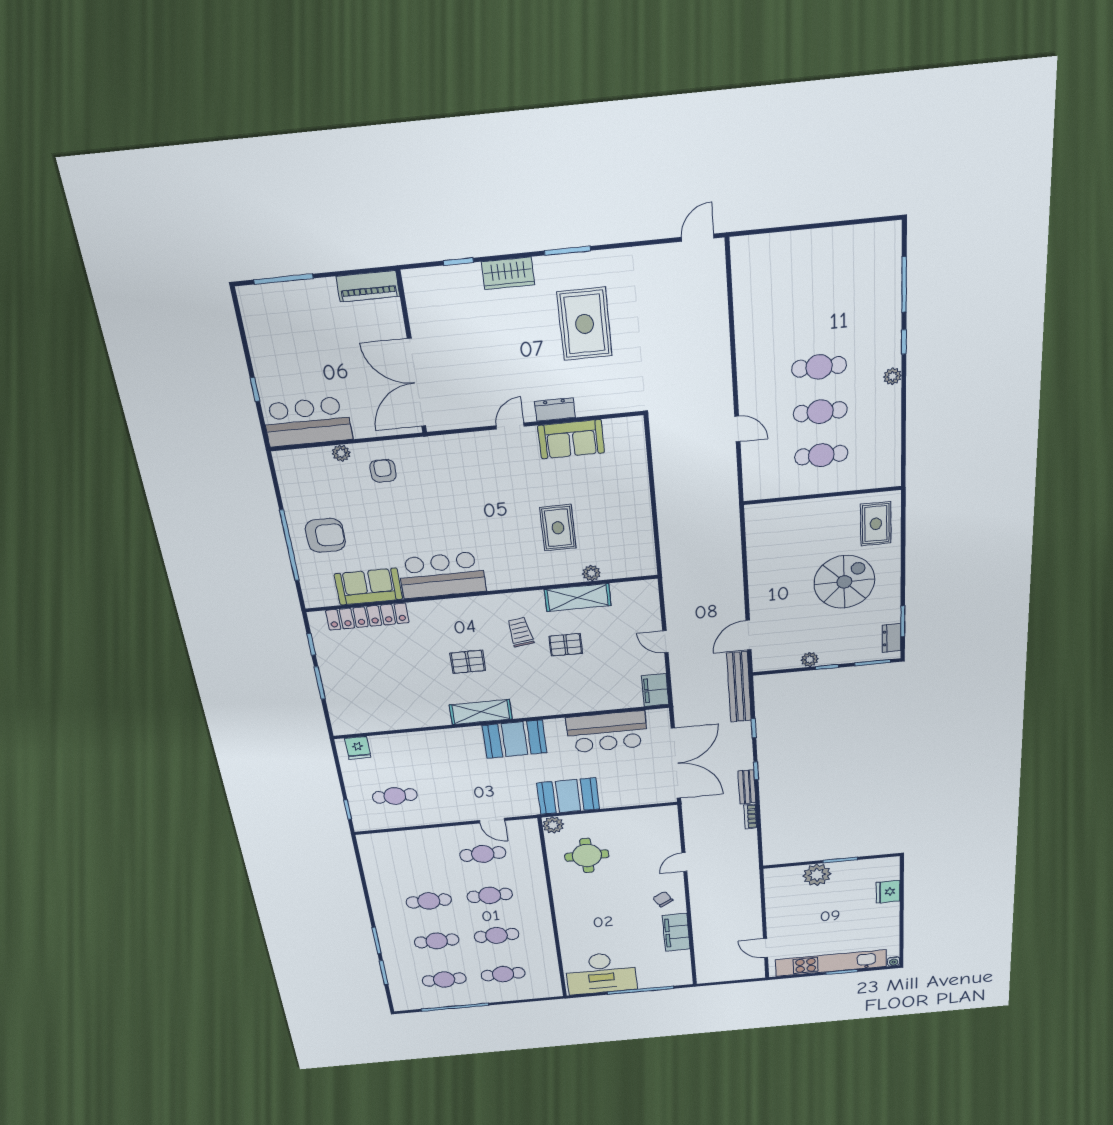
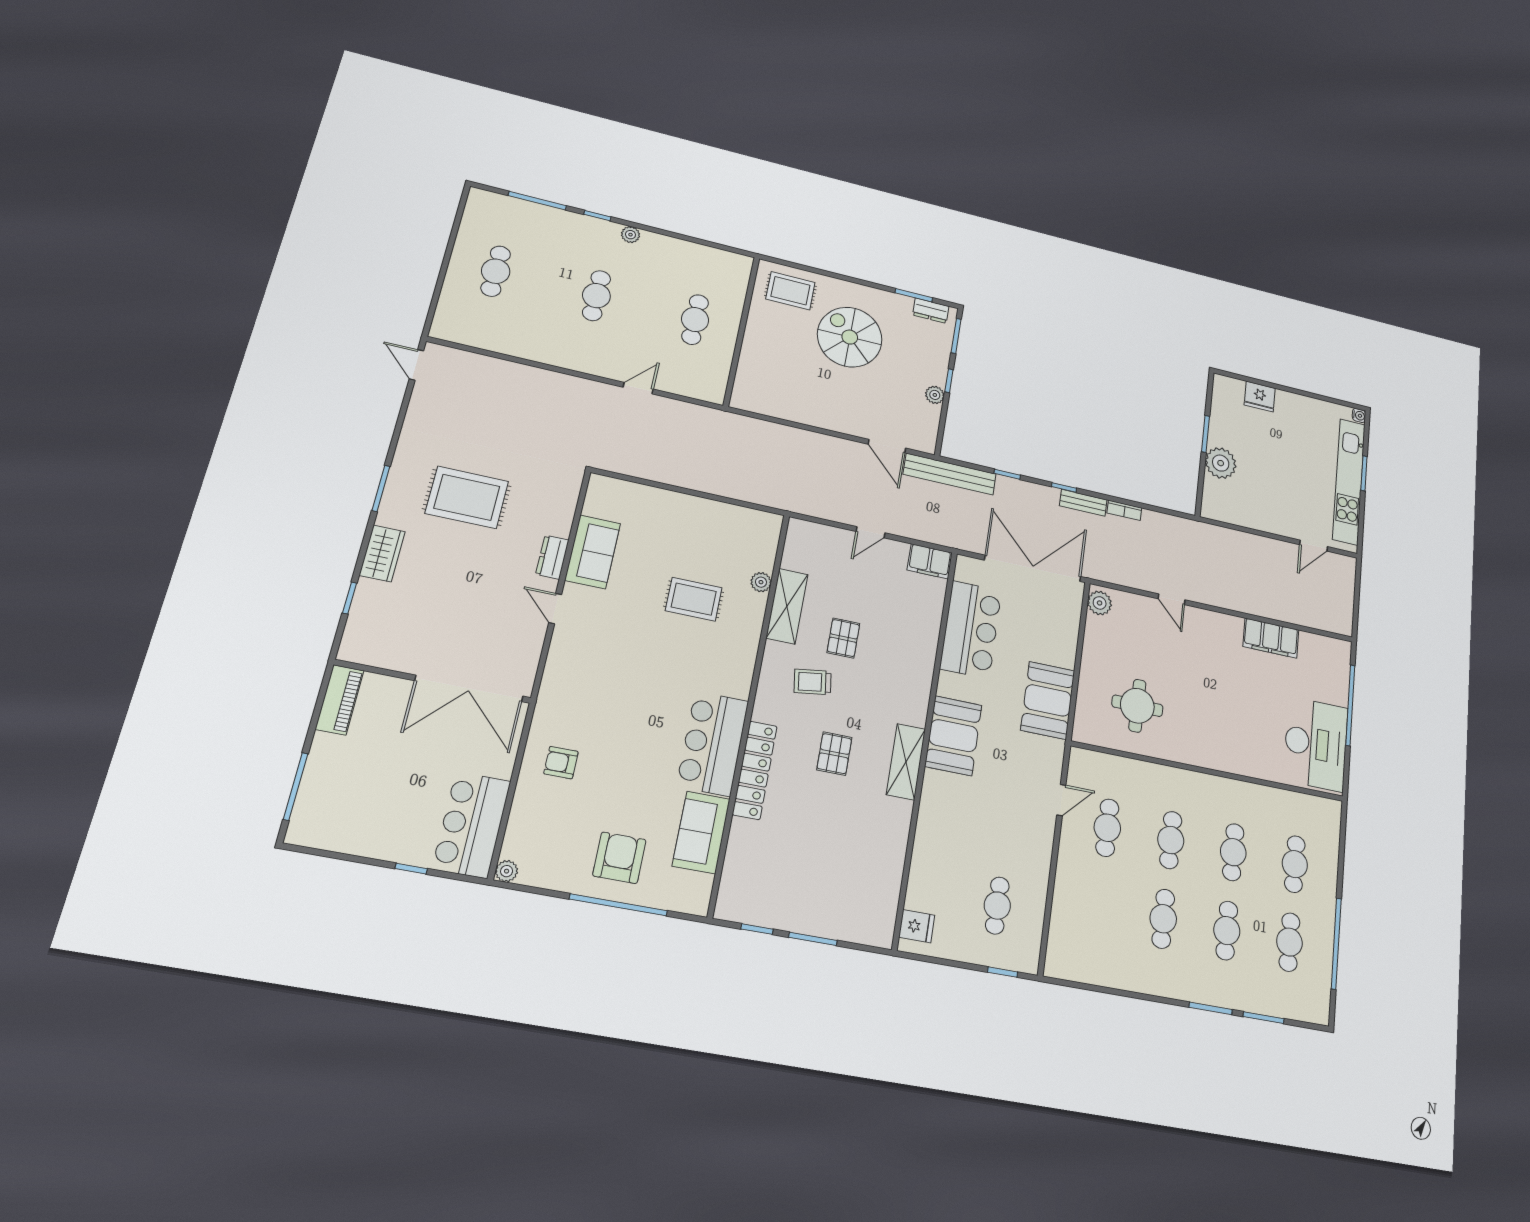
cafe table: (820, 412) -> (496, 271), moved
plant: (341, 453) -> (507, 871), moved
locker: (367, 617) -> (755, 770), moved
plant: (553, 825) -> (1100, 603), moved
chair: (663, 899) -> (1219, 639), removed

